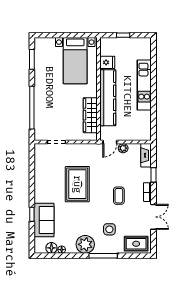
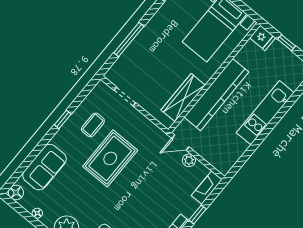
fridge: (107, 62) -> (263, 38), moved
window: (32, 108) -> (129, 39), width x0.68
coffee table: (119, 196) -> (93, 125), moved
window: (32, 214) -> (63, 119), moved
floor lamp: (51, 248) -> (16, 192), moved

